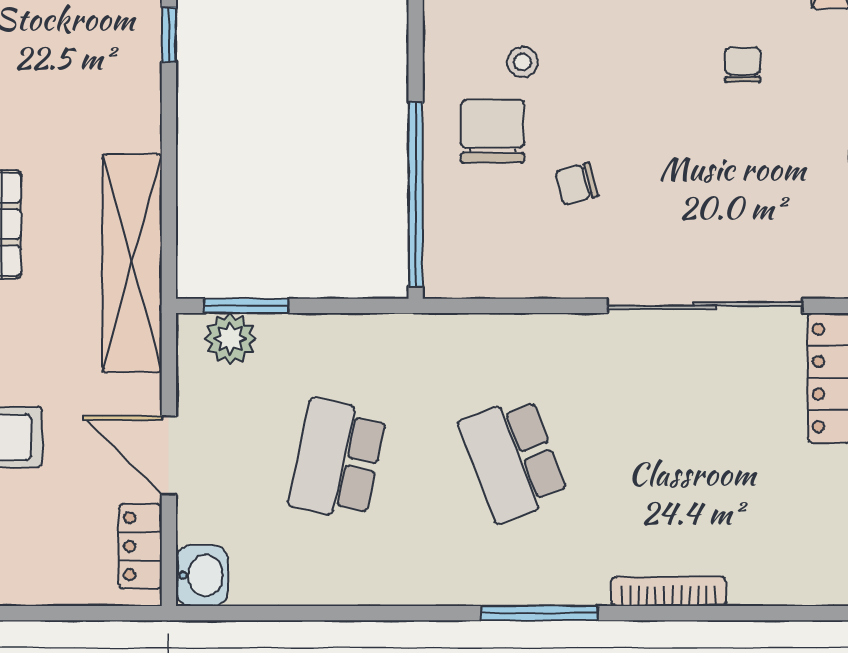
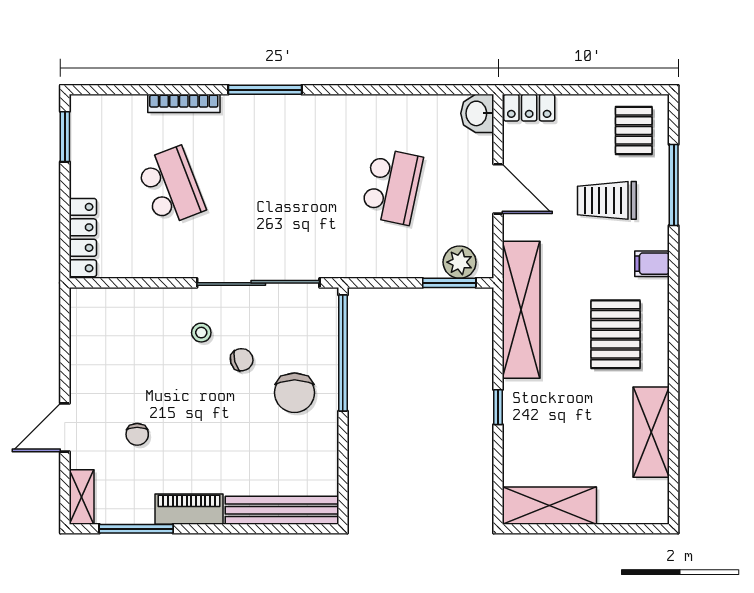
window: (169, 35) -> (498, 407), moved
stool: (522, 62) -> (201, 333), moved
sliding door: (705, 306) -> (258, 283), moved
school desk: (513, 459) -> (171, 186), moved
locker: (140, 546) -> (529, 108), moved, turned 90

